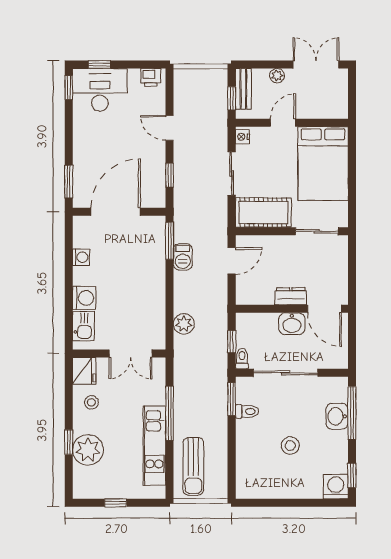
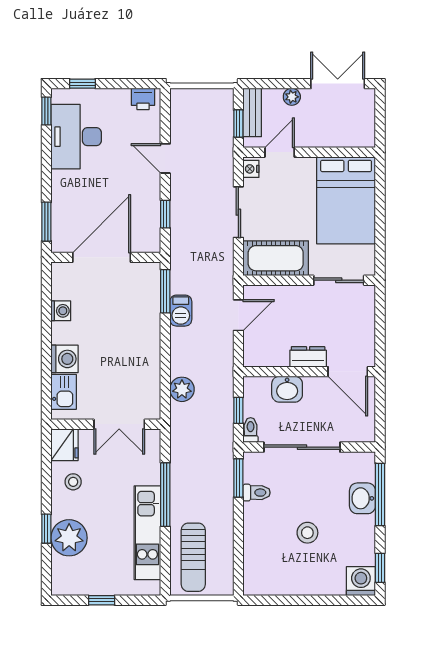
desk: (100, 90) -> (76, 137), moved, turned -90
door: (283, 123) -> (280, 152), moved
washbasin: (292, 324) -> (287, 389), moved

